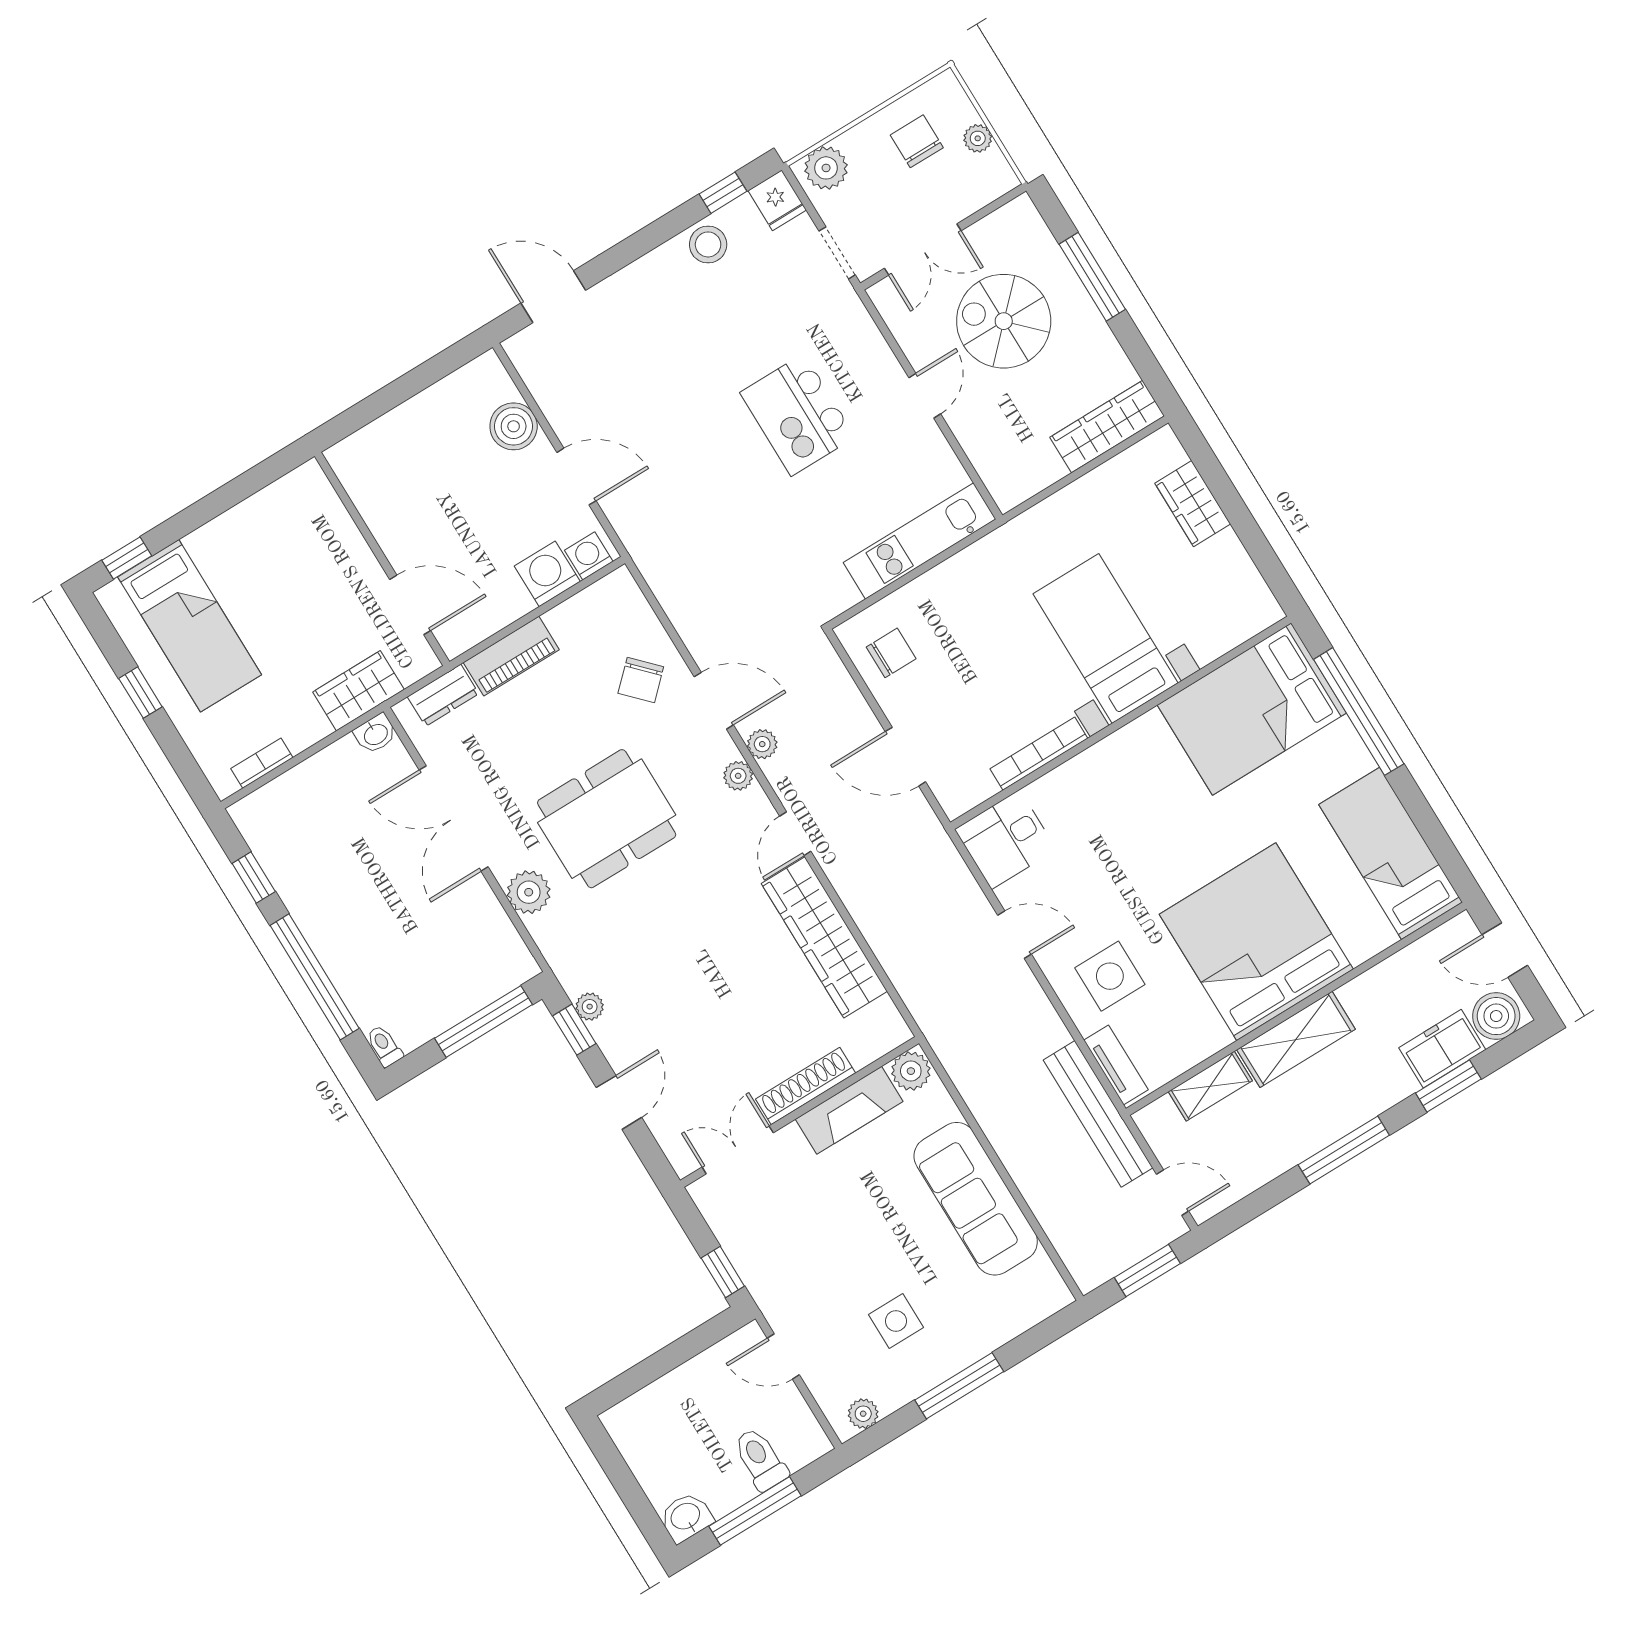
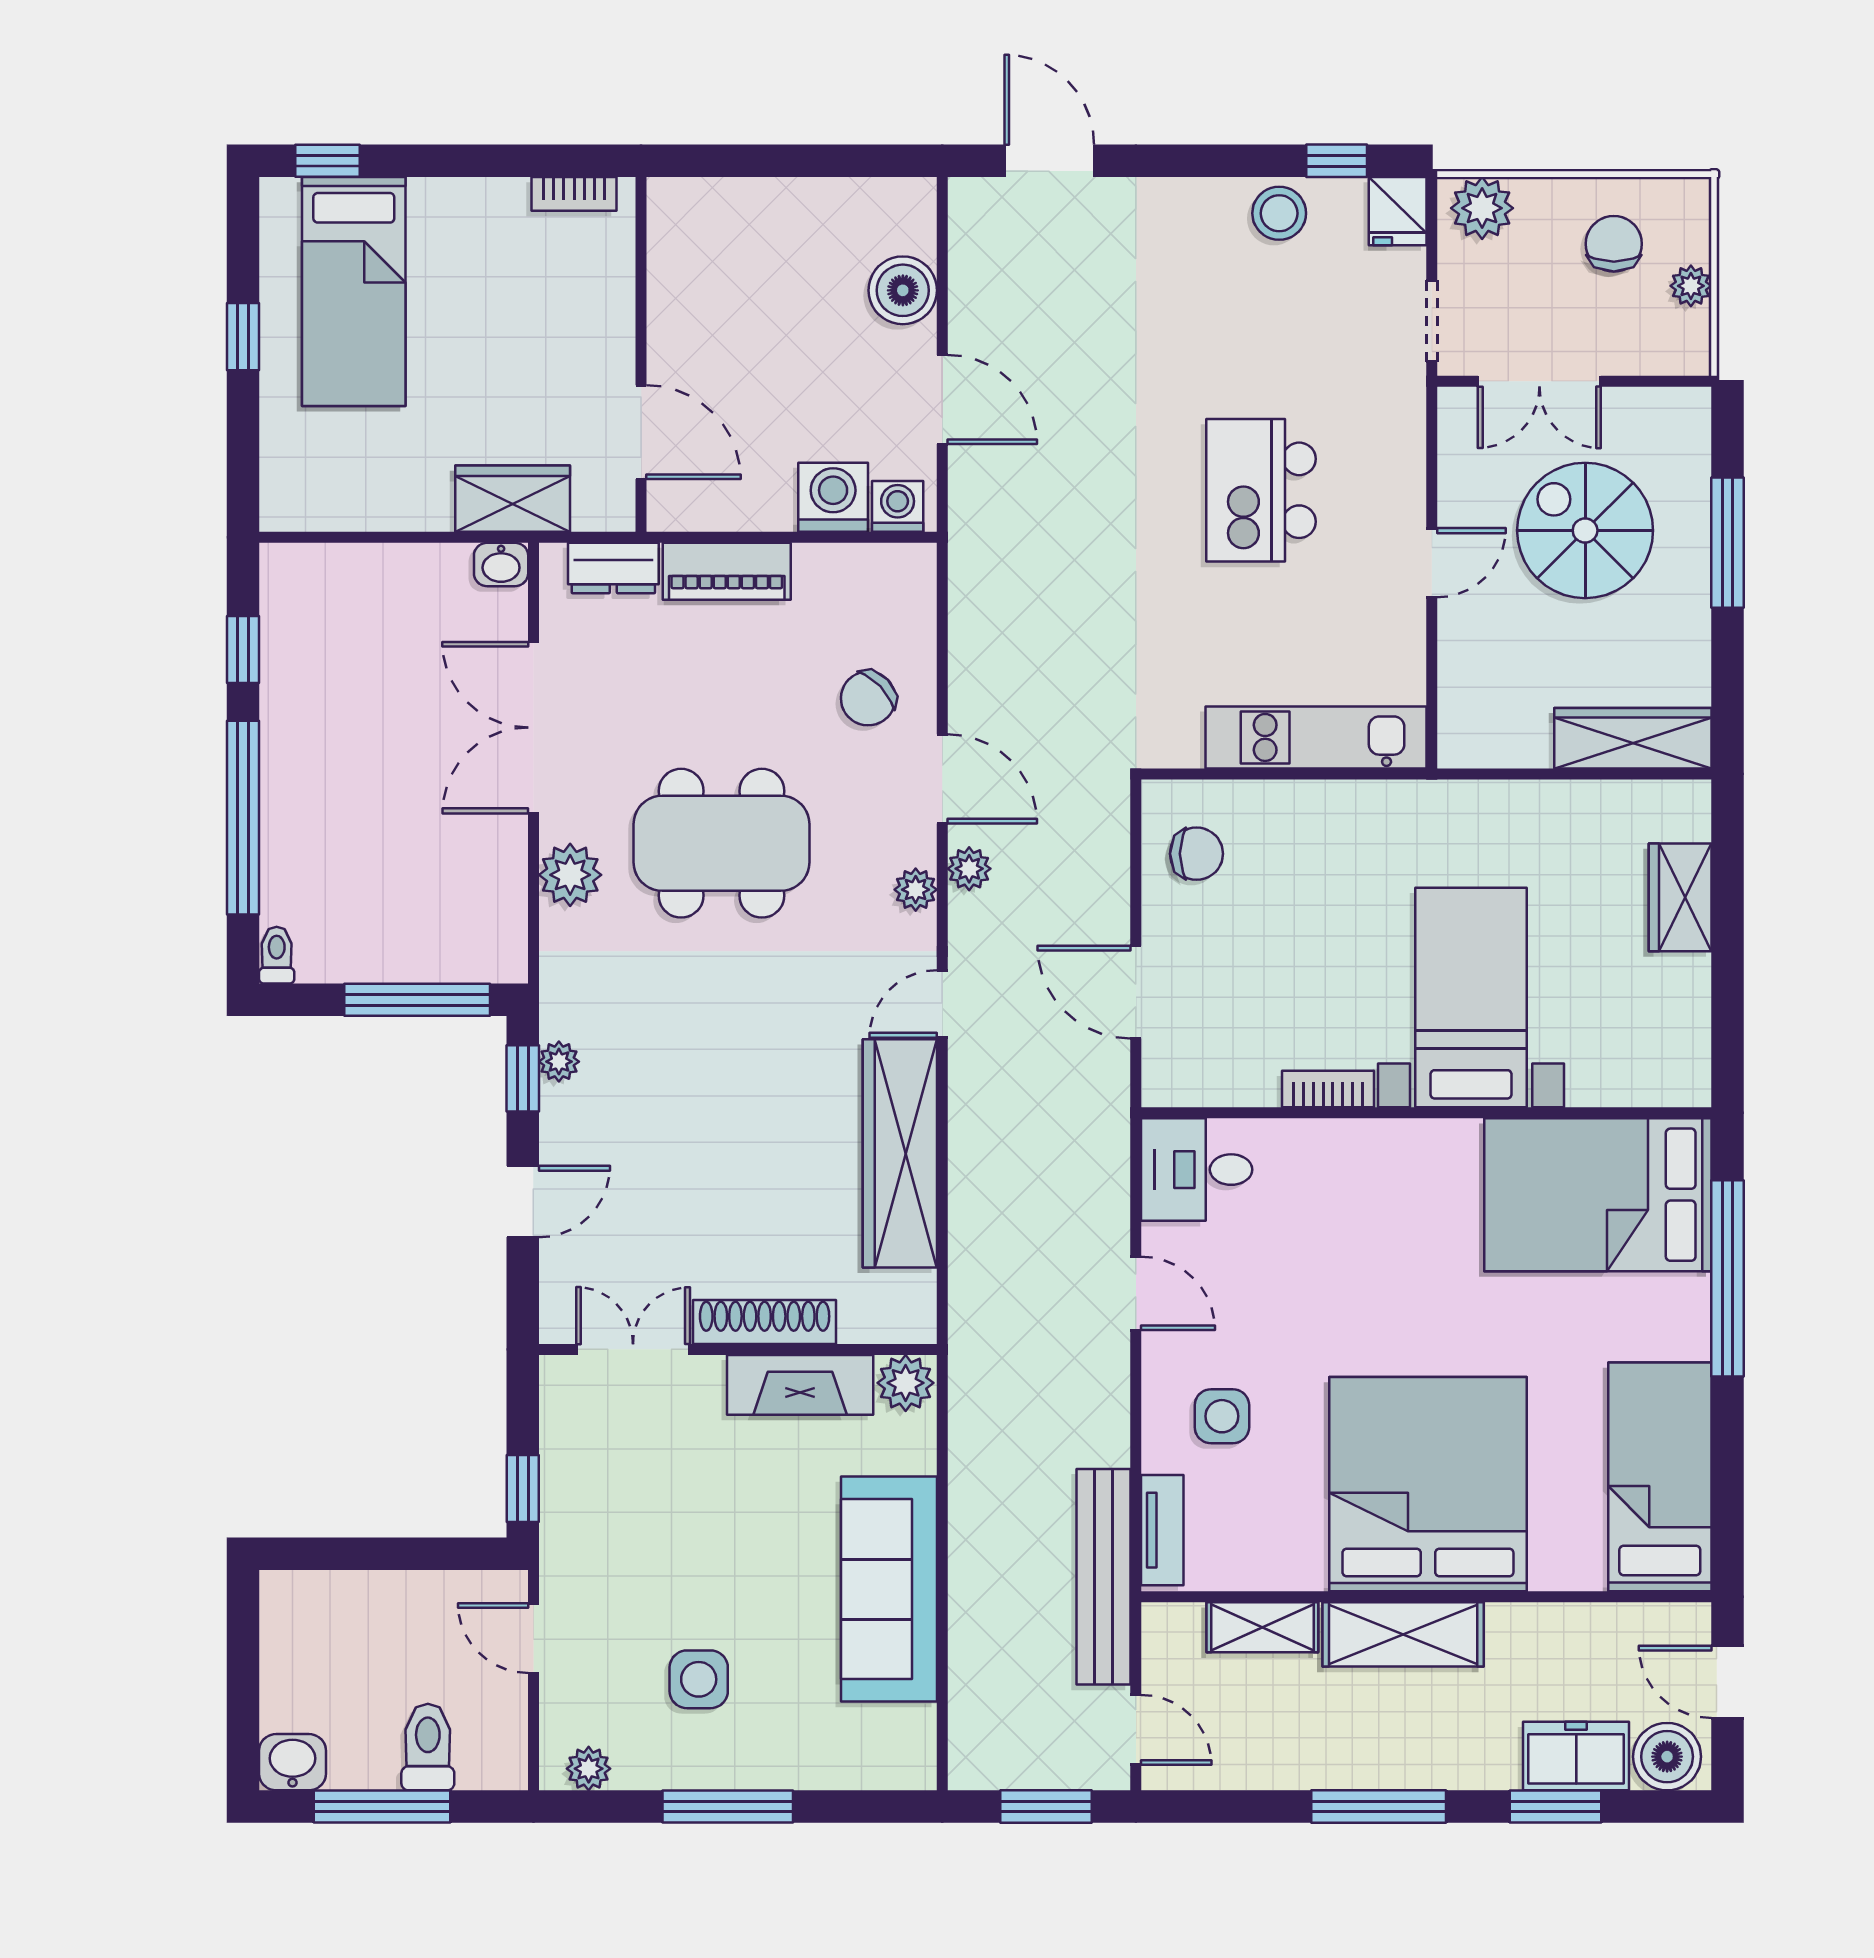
bookcase: (1039, 754) -> (1328, 1089), width x0.64
bookcase: (262, 763) -> (574, 194), moved, turned 180
side table: (1110, 976) -> (1222, 1416), width x0.73, depth x0.73

